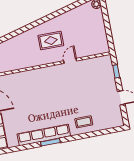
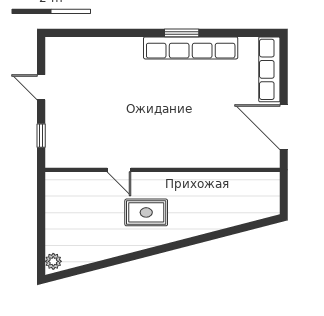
door: (70, 61) -> (119, 170), hinge flipped
coffee table: (84, 122) -> (116, 57), removed

